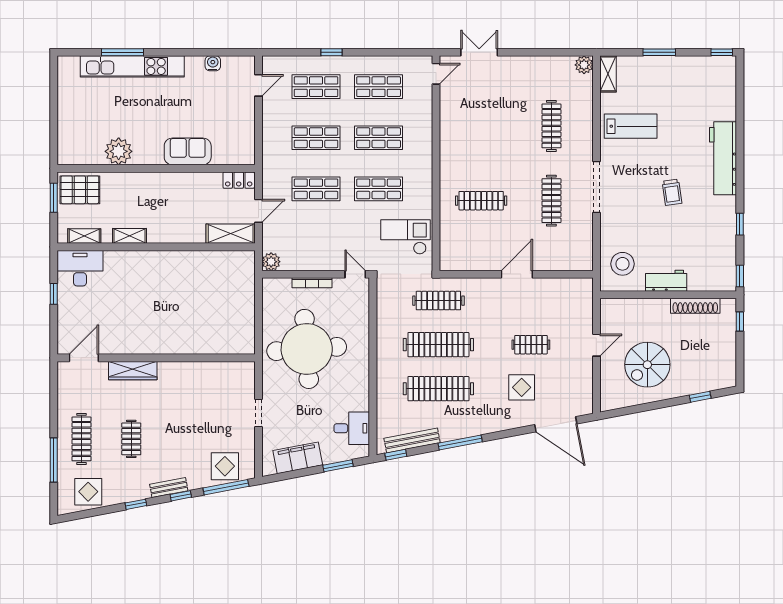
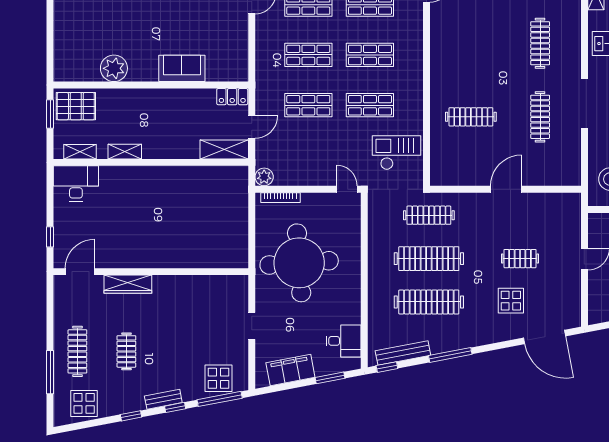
bookcase: (312, 283) -> (280, 198), moved
window: (54, 294) -> (50, 237), moved

